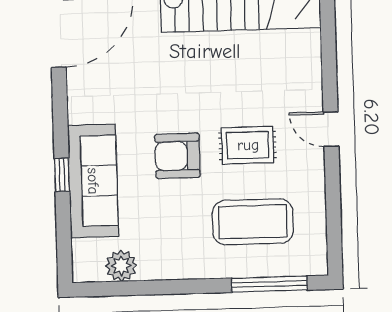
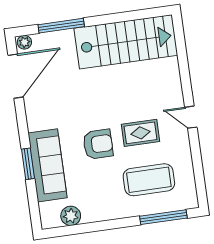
armchair: (178, 156) -> (98, 144), turned 180
window: (62, 175) -> (28, 164), width x1.50

